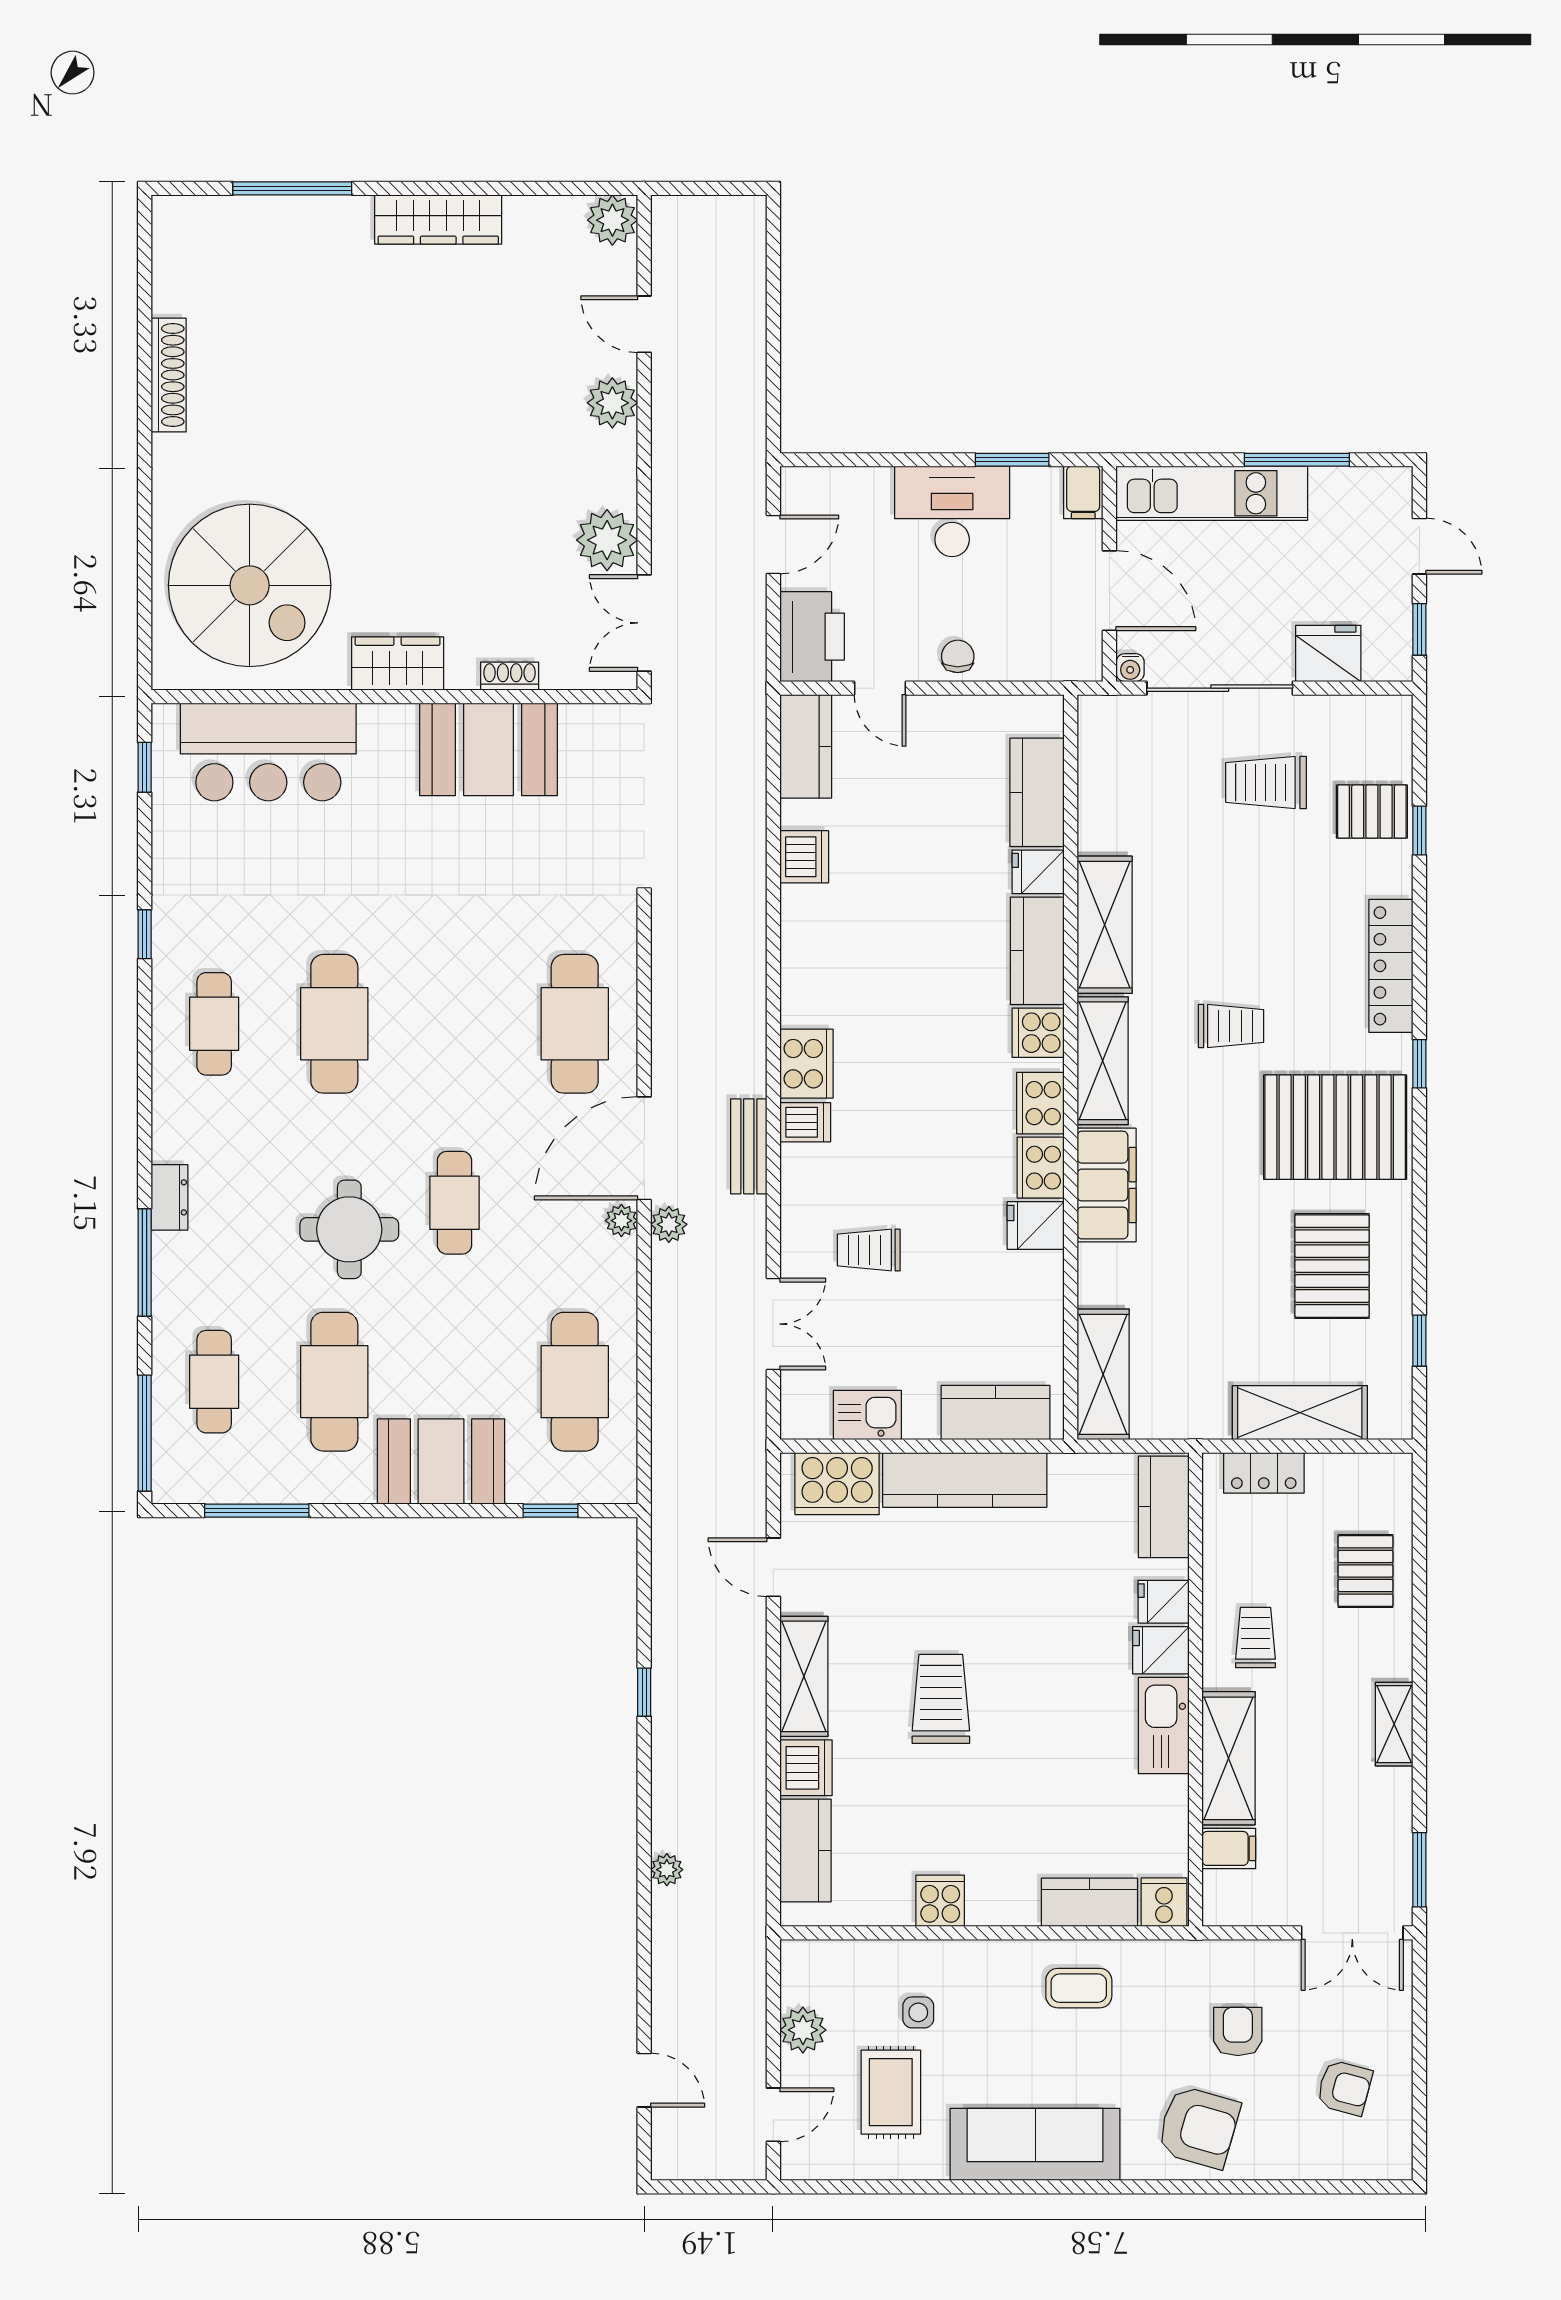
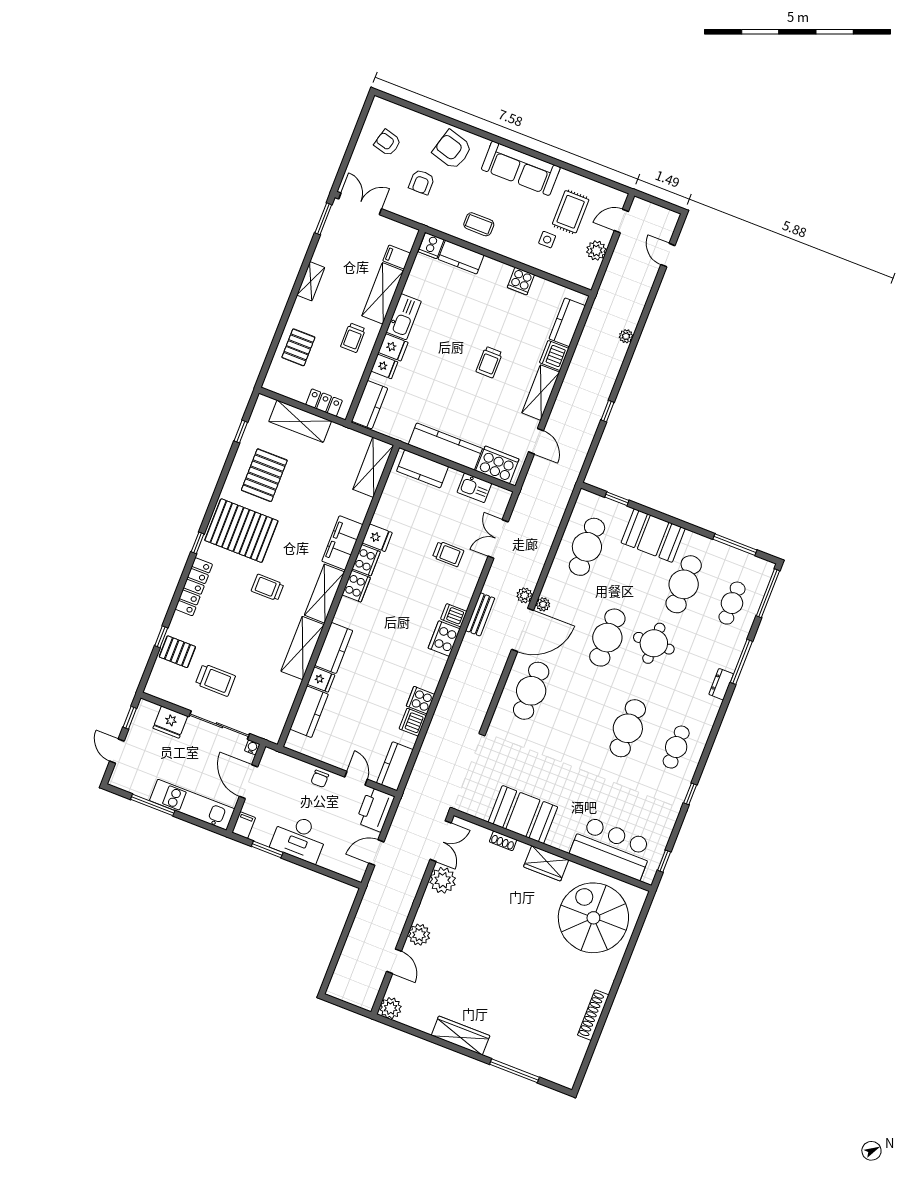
cooker: (1038, 1033) -> (421, 700), moved, turned 180
cafe table: (454, 1203) -> (607, 638), width x1.37, depth x1.35
trolley: (941, 1699) -> (489, 362), width x0.73, depth x0.72

